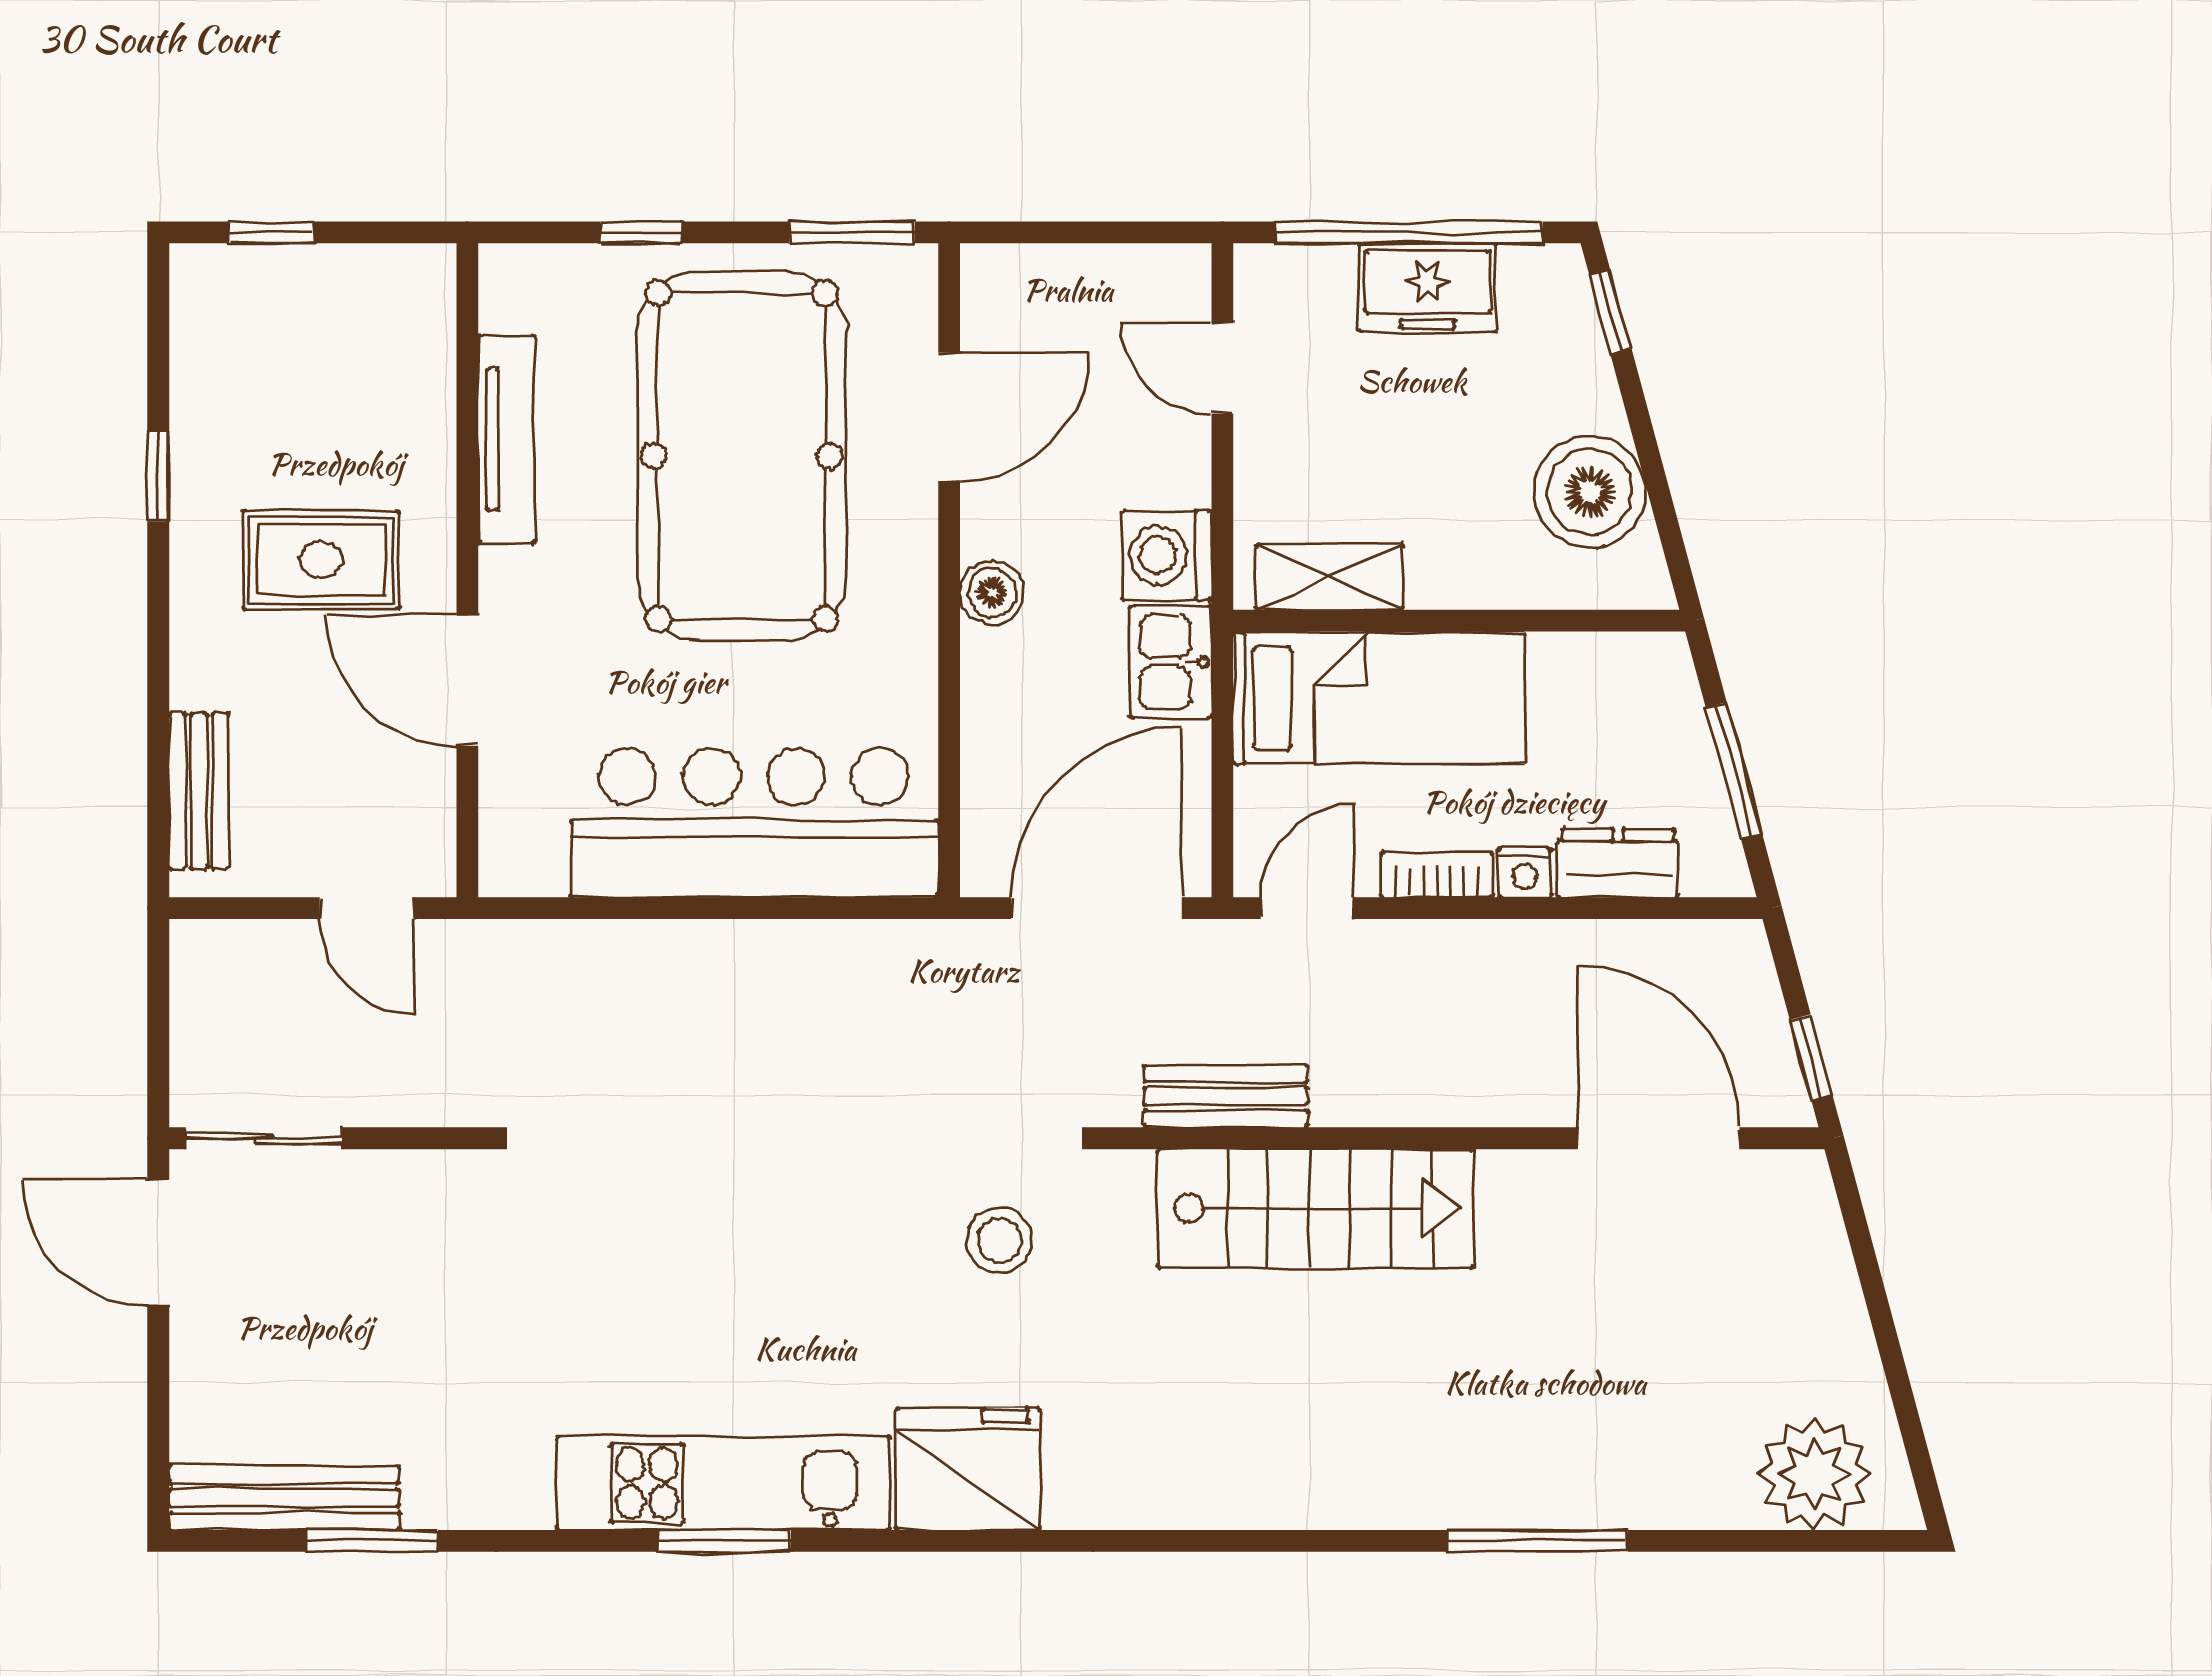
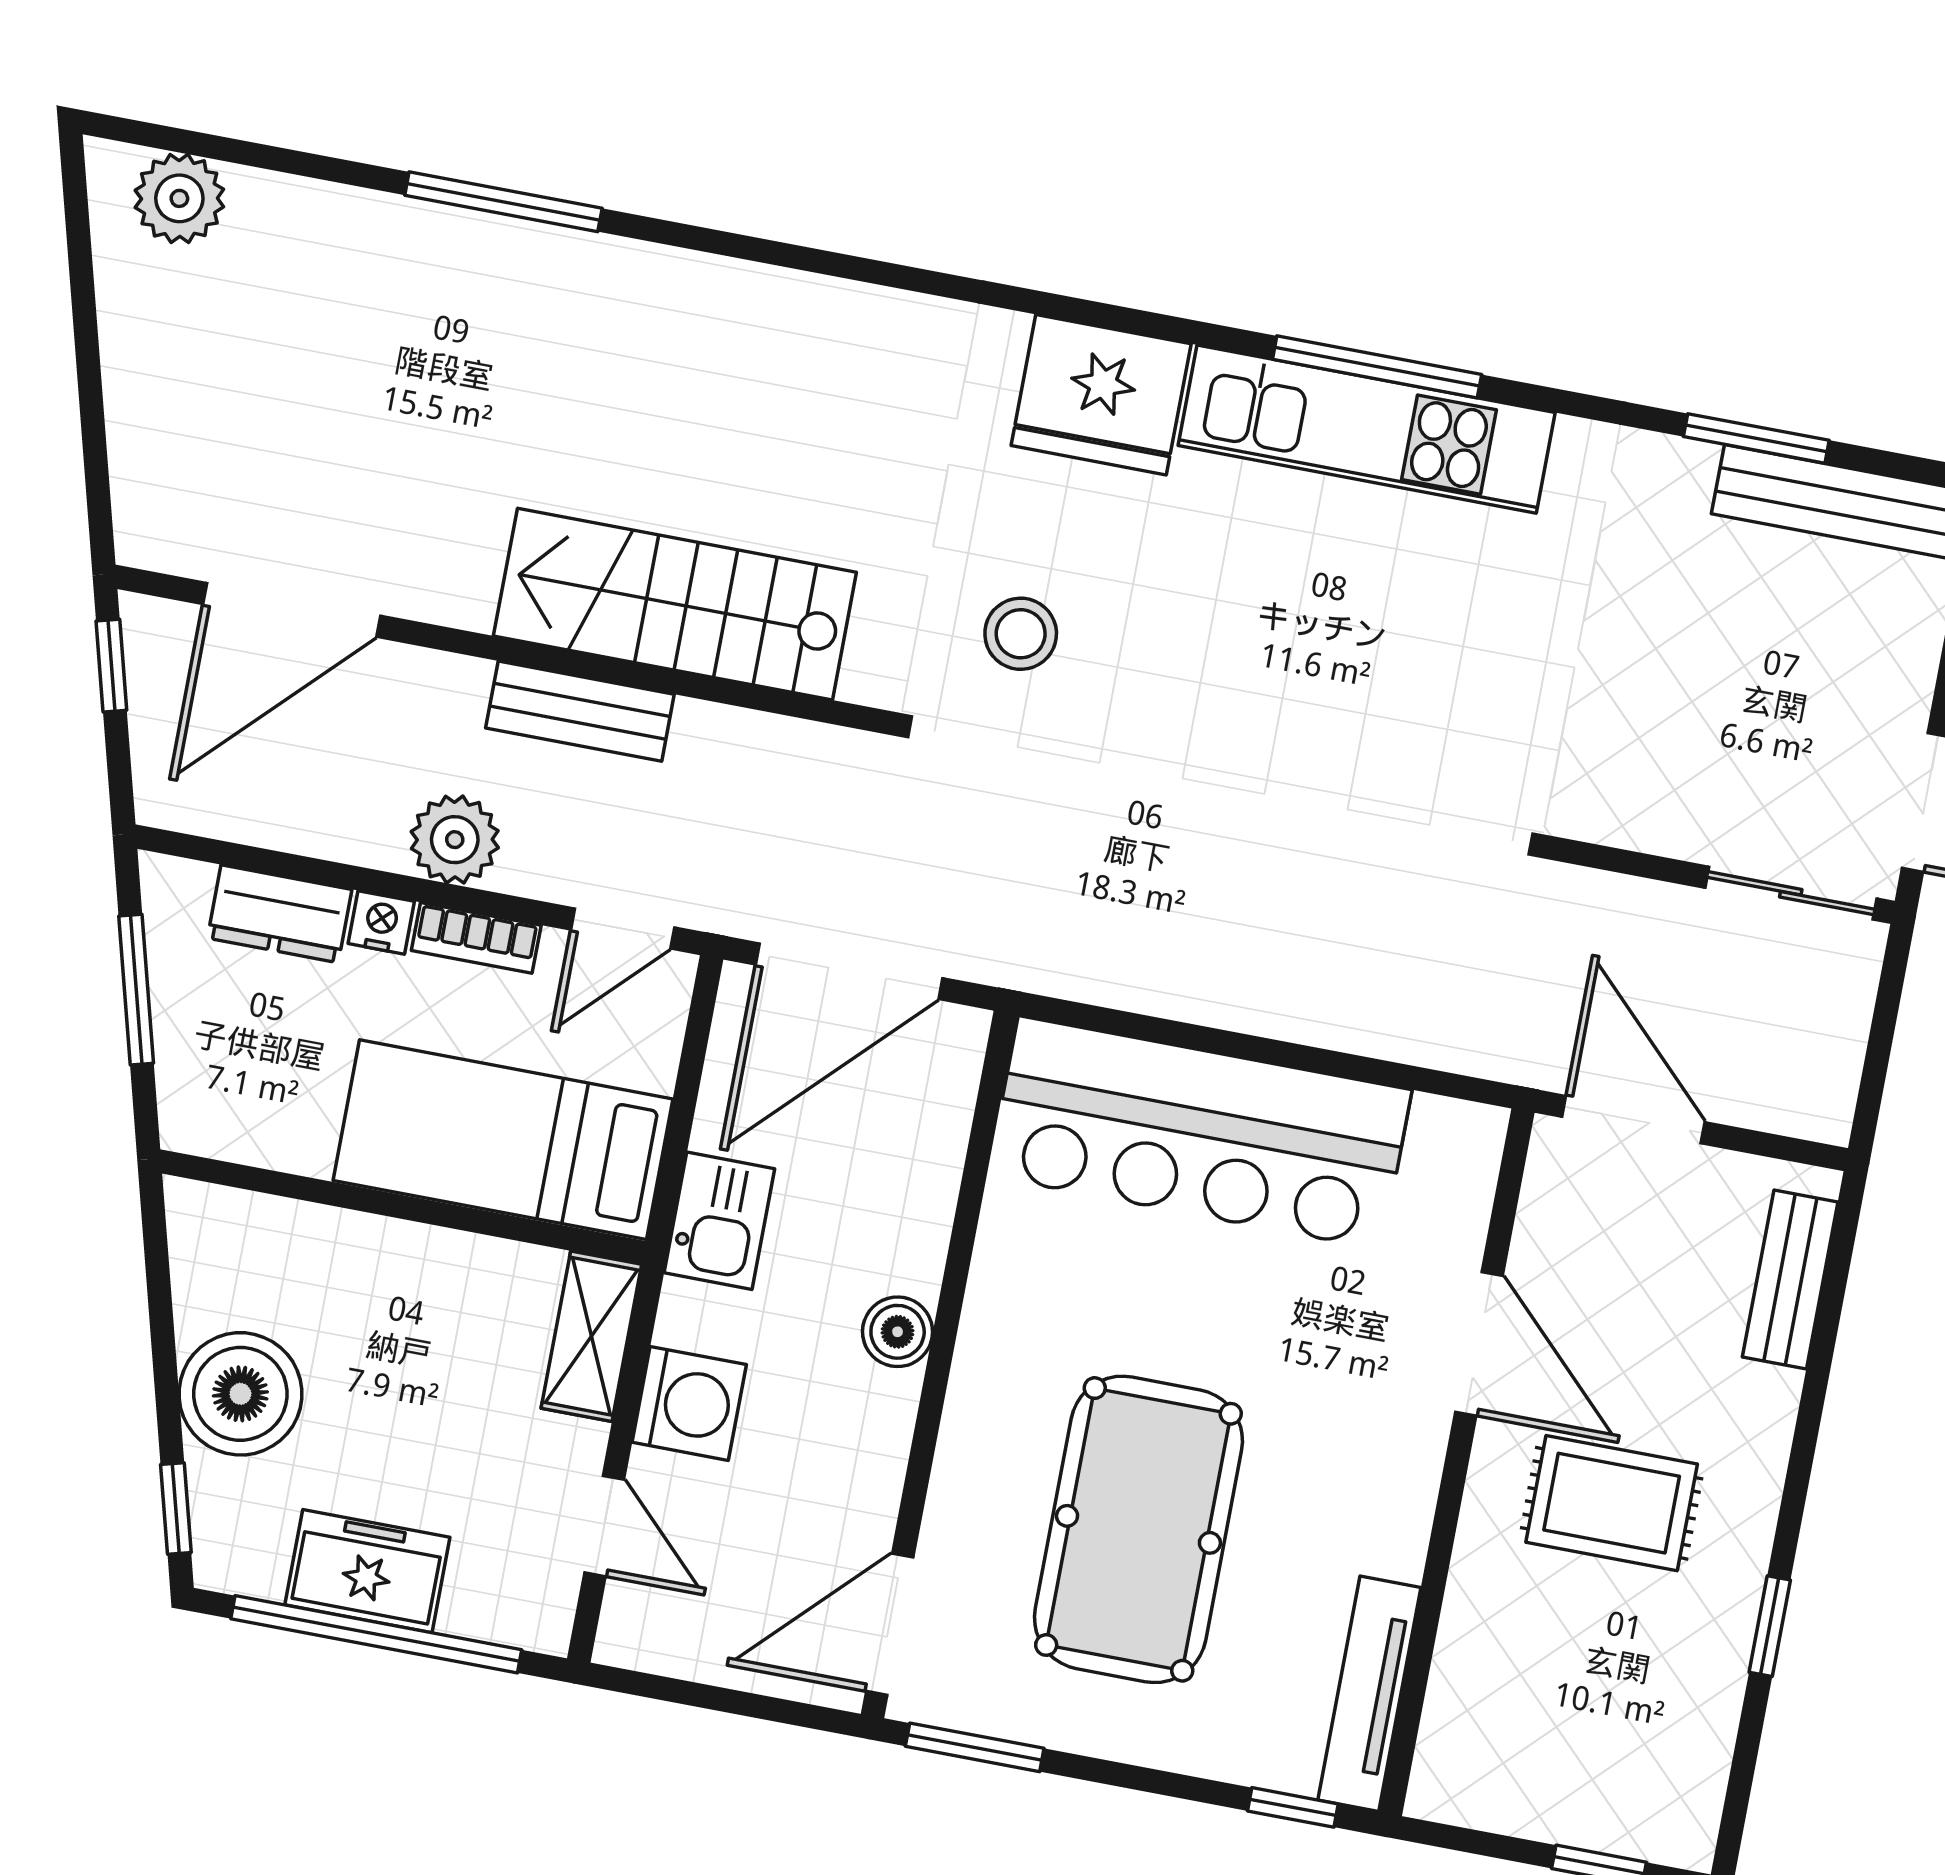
window: (641, 232) -> (1293, 1807), moved
door: (949, 417) -> (890, 1624), moved
tv unit: (506, 440) -> (1369, 1694), moved
pool table: (742, 456) -> (1138, 1529), width x0.73, depth x0.76
boiler: (1590, 492) -> (240, 1394), moved
washing machine: (1167, 555) -> (689, 1403), moved
shelving: (1329, 577) -> (591, 1336), moved, turned 90
door: (367, 908) -> (1633, 1120), width x1.38
plant: (1473, 960) -> (455, 840), added
bench: (1226, 1096) -> (580, 711), moved
door: (1659, 1138) -> (292, 610), hinge flipped
plant: (1814, 1474) -> (179, 198), width x0.73, depth x0.73
window: (725, 1541) -> (1377, 367), width x1.44

